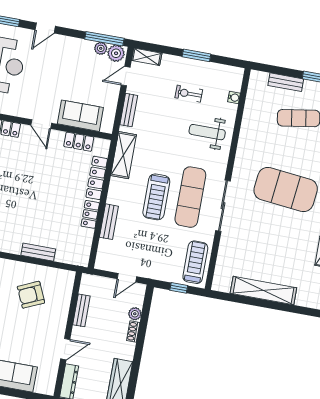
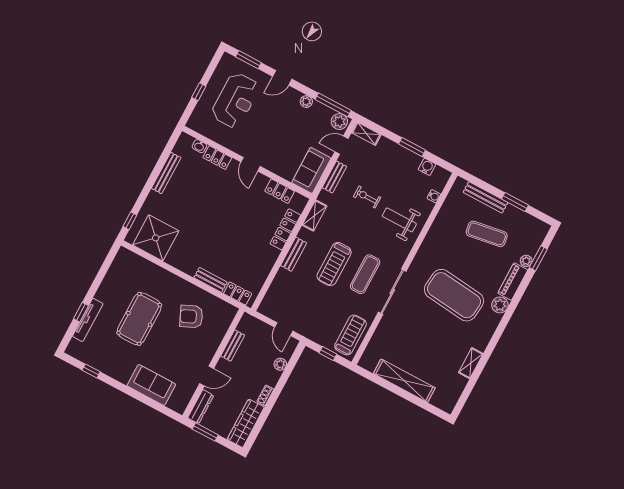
plant: (101, 48) -> (306, 102), moved
water cooler: (218, 70) -> (427, 167), added
bench: (286, 82) -> (485, 197), width x1.36
exercise bike: (189, 94) -> (367, 197), moved
sofa: (80, 116) -> (311, 170), moved, turned -90
shelving: (124, 155) -> (315, 215), width x0.67, depth x0.75
exercise mat: (190, 197) -> (365, 274), width x0.73, depth x0.69
locker: (90, 214) -> (238, 294), moved, turned 90
bench: (109, 222) -> (294, 254), moved
door: (127, 278) -> (284, 329), hinge flipped
shoe rack: (133, 332) -> (265, 395), moved

